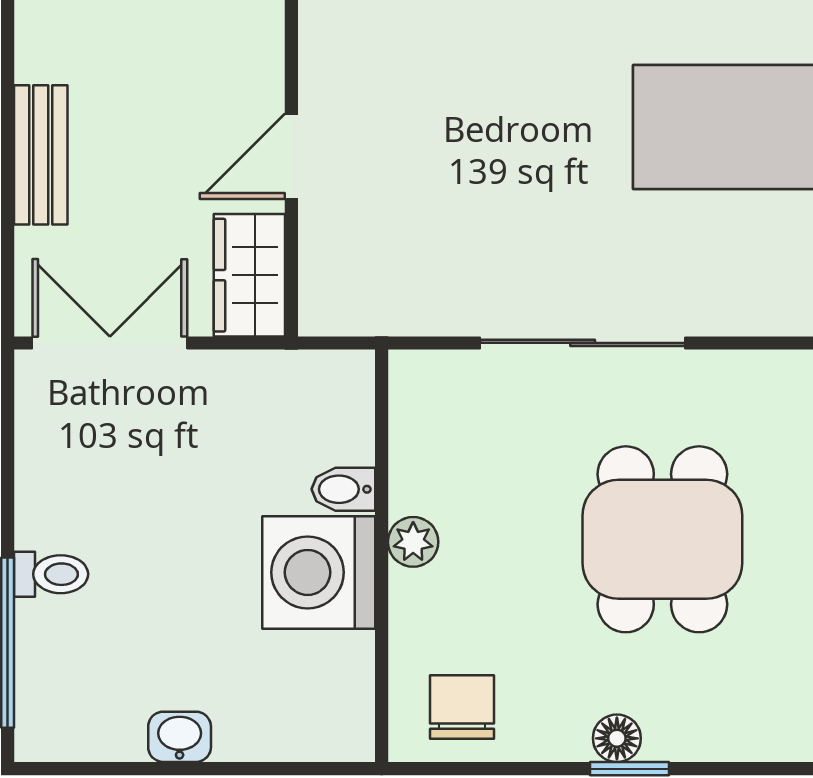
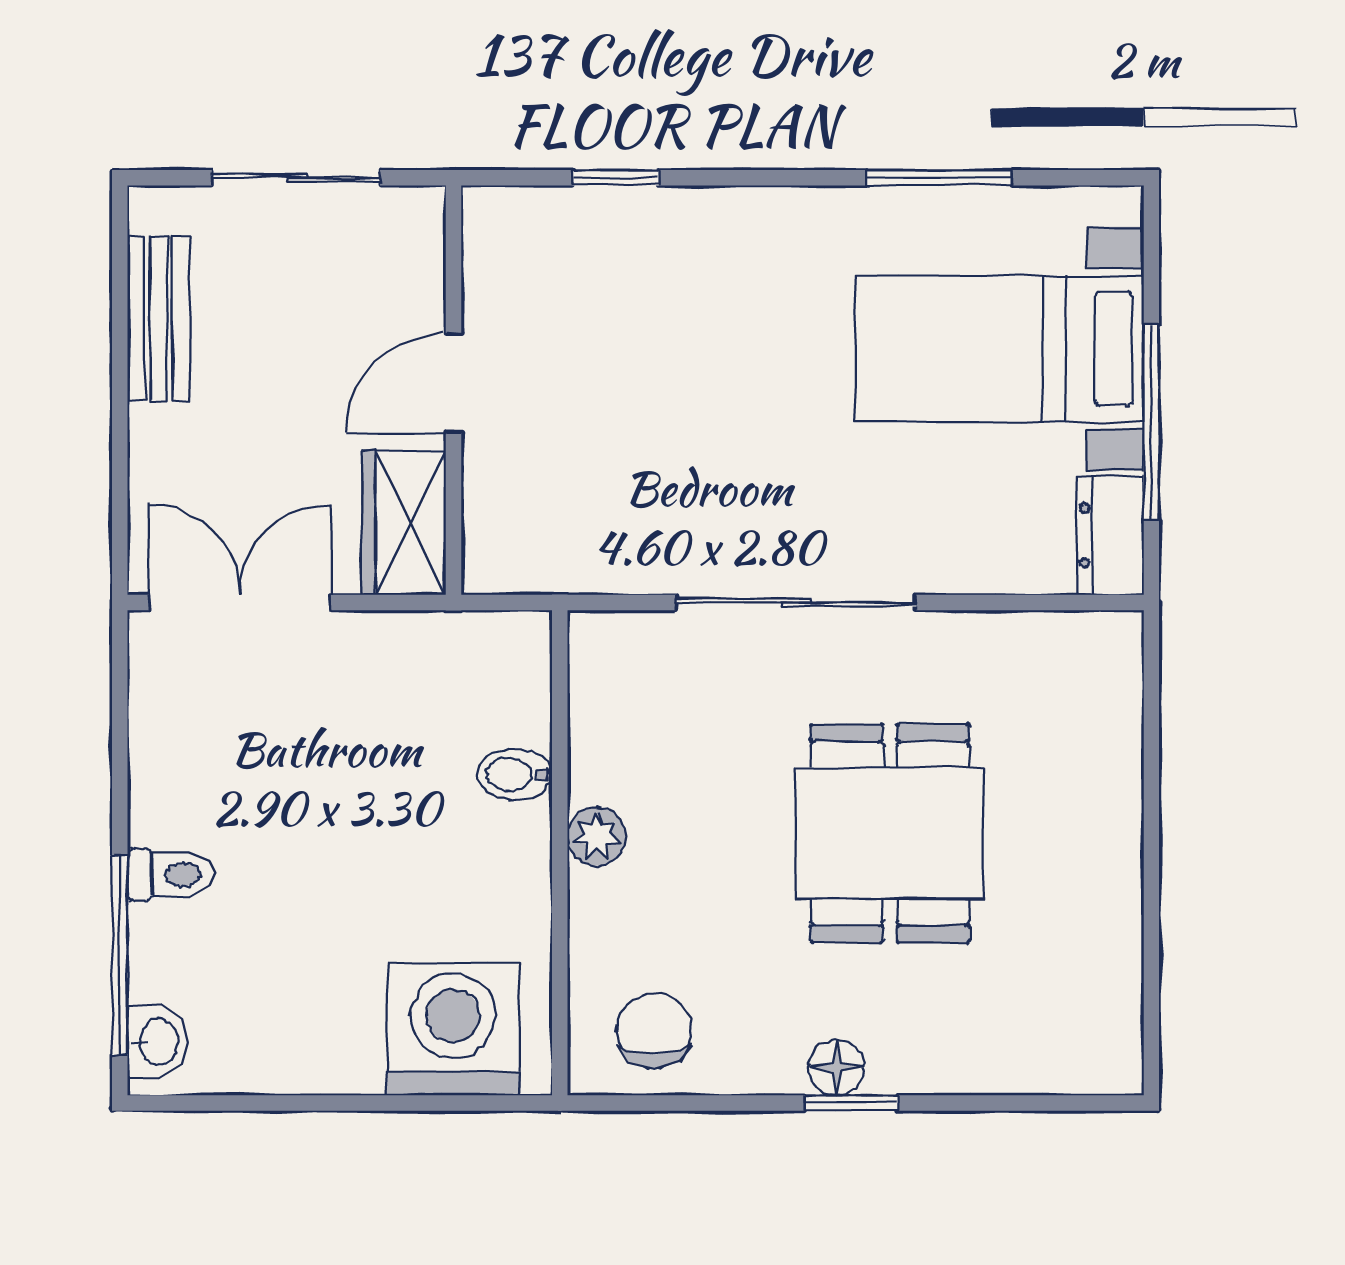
bench: (41, 155) -> (159, 318), moved
washing machine: (319, 572) -> (453, 1029), moved, turned 90
washbasin: (180, 737) -> (157, 1042), moved, turned 90

